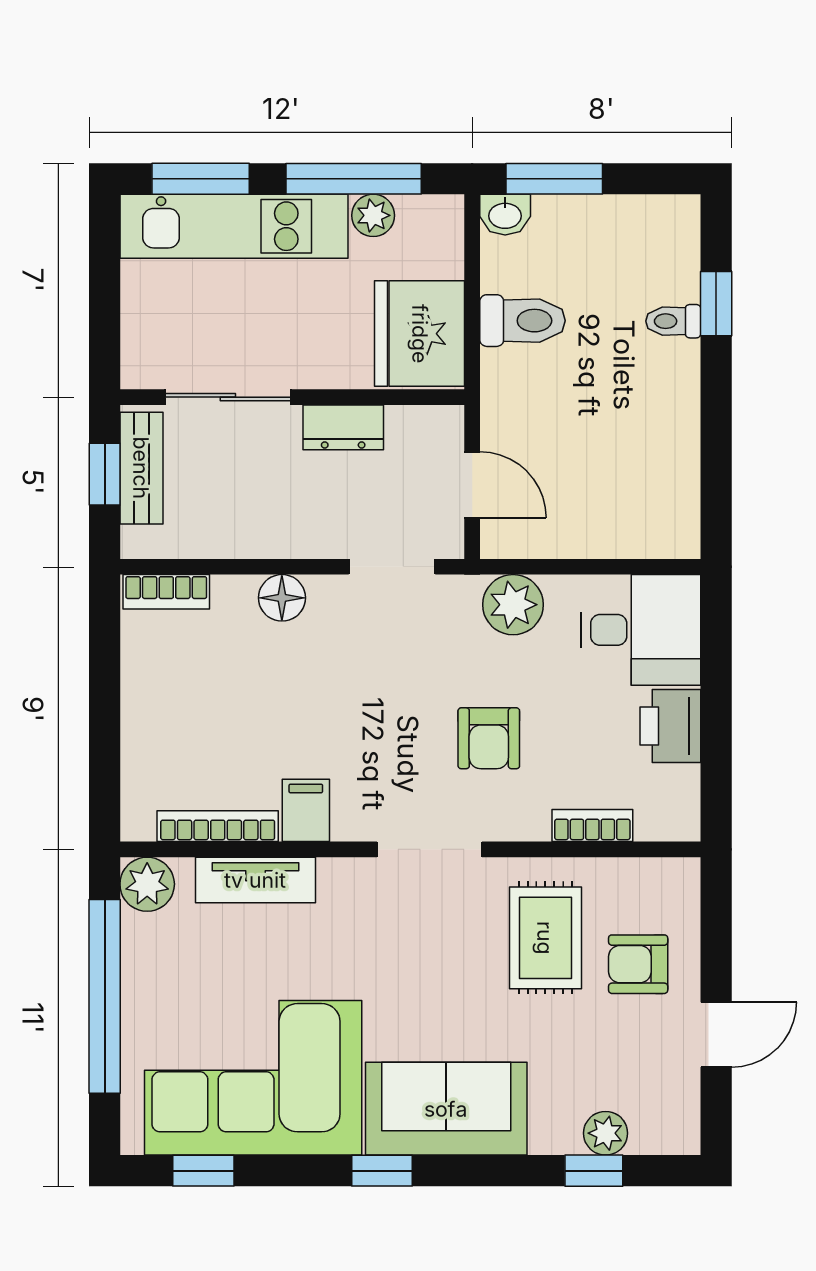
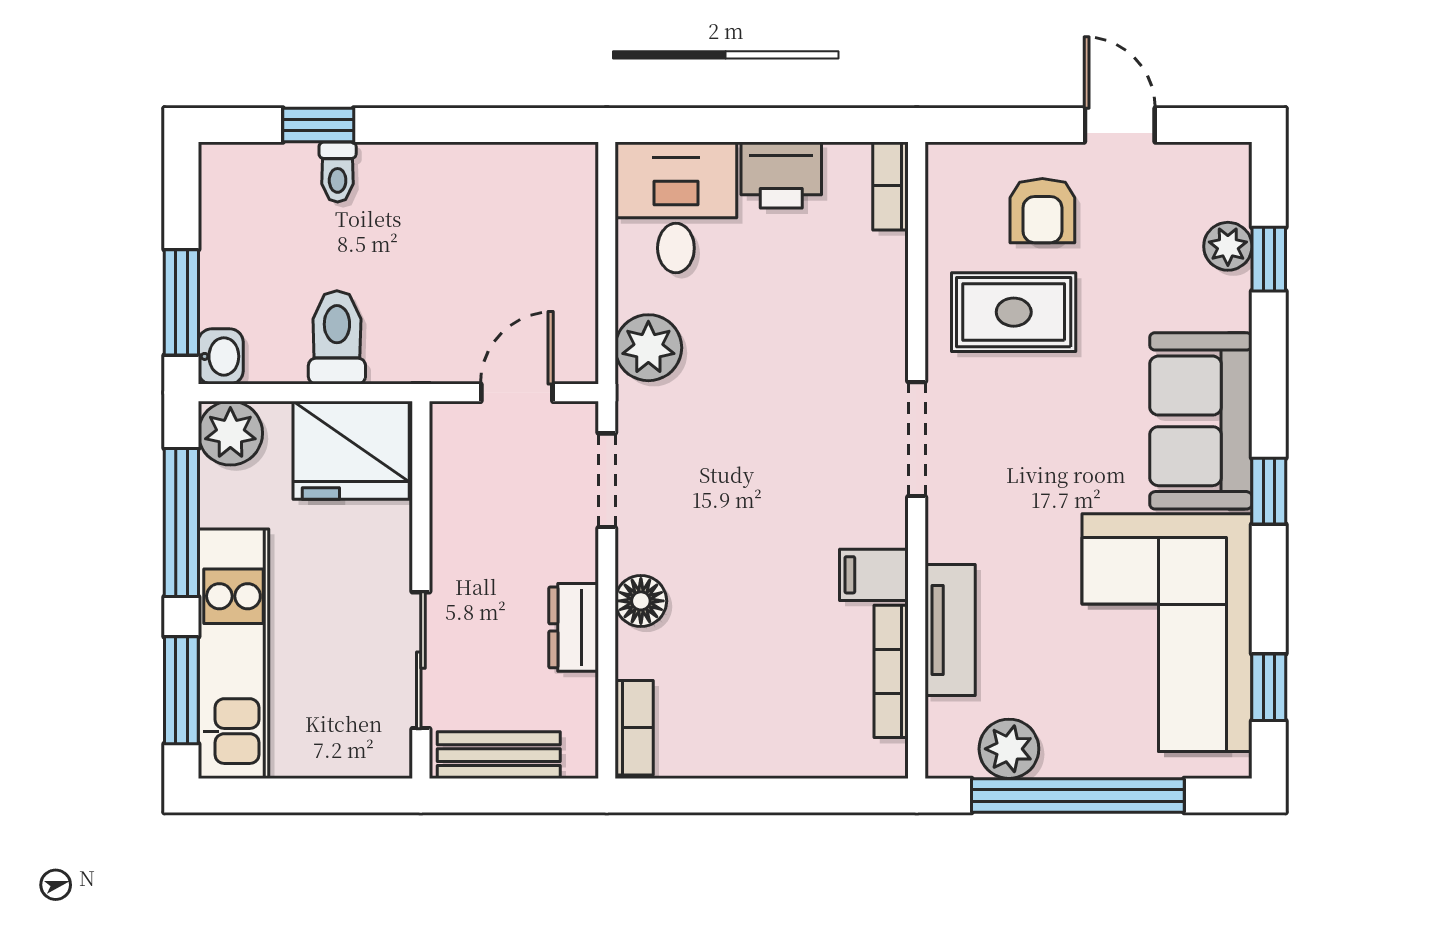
plant: (373, 215) -> (230, 433), moved, width x1.38, depth x1.38
dresser: (343, 427) -> (574, 627), moved, turned 180
window: (105, 474) -> (505, 795), removed
armchair: (489, 738) -> (795, 374), removed
bookcase: (592, 826) -> (891, 186), moved
plant: (147, 884) -> (1009, 749), moved

